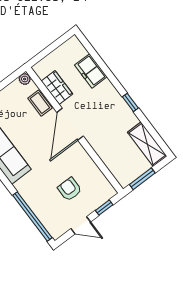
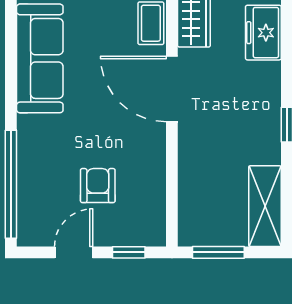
door: (70, 124) -> (172, 89), hinge flipped
door: (81, 225) -> (74, 252), swing flipped

